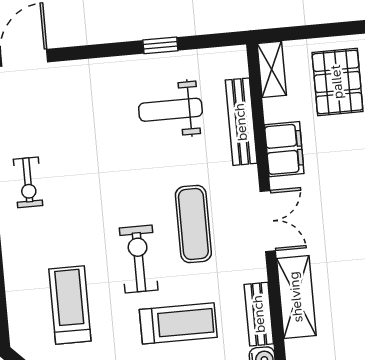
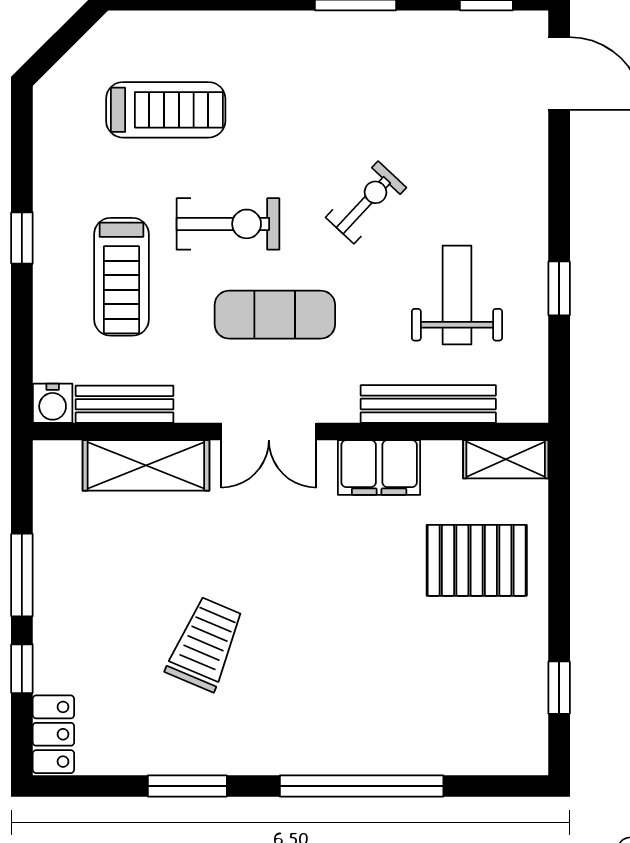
exercise bike: (28, 182) -> (366, 202), moved, turned 133

